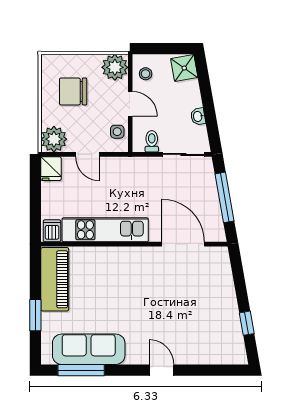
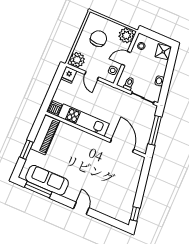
chair: (73, 91) -> (98, 39), turned 90
door: (130, 104) -> (126, 58), swing flipped
window: (247, 323) -> (135, 214), moved

